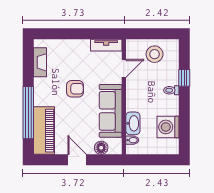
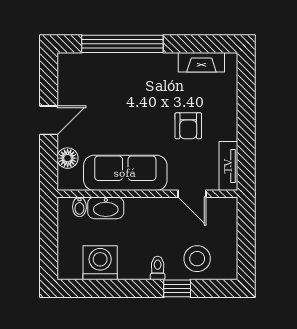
stool: (155, 54) -> (197, 259), moved
armchair: (75, 89) -> (188, 126), moved
piano: (44, 131) -> (94, 69), removed

